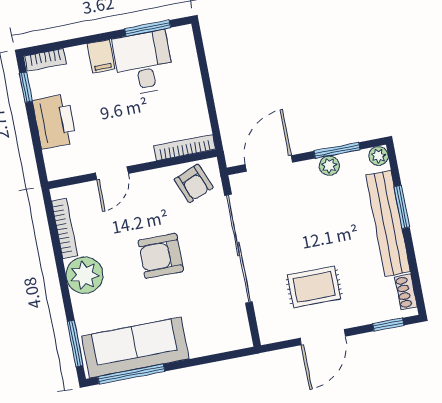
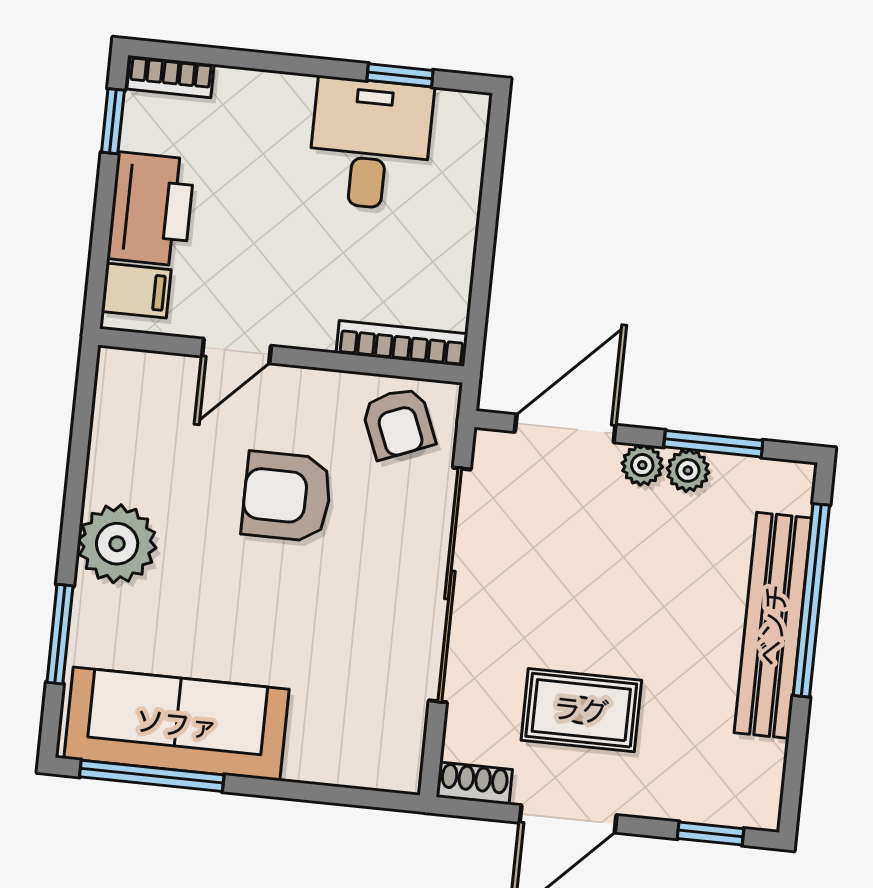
window: (148, 28) -> (400, 75), width x0.67
filing cabinet: (101, 56) -> (136, 291), moved, turned -90
plant: (378, 156) -> (642, 465), moved
window: (402, 207) -> (811, 600), width x2.11
bookcase: (64, 228) -> (105, 435), removed
armchair: (161, 256) -> (287, 497), moved
shoe rack: (406, 292) -> (474, 783), moved, turned 90
window: (75, 344) -> (60, 634), moved

